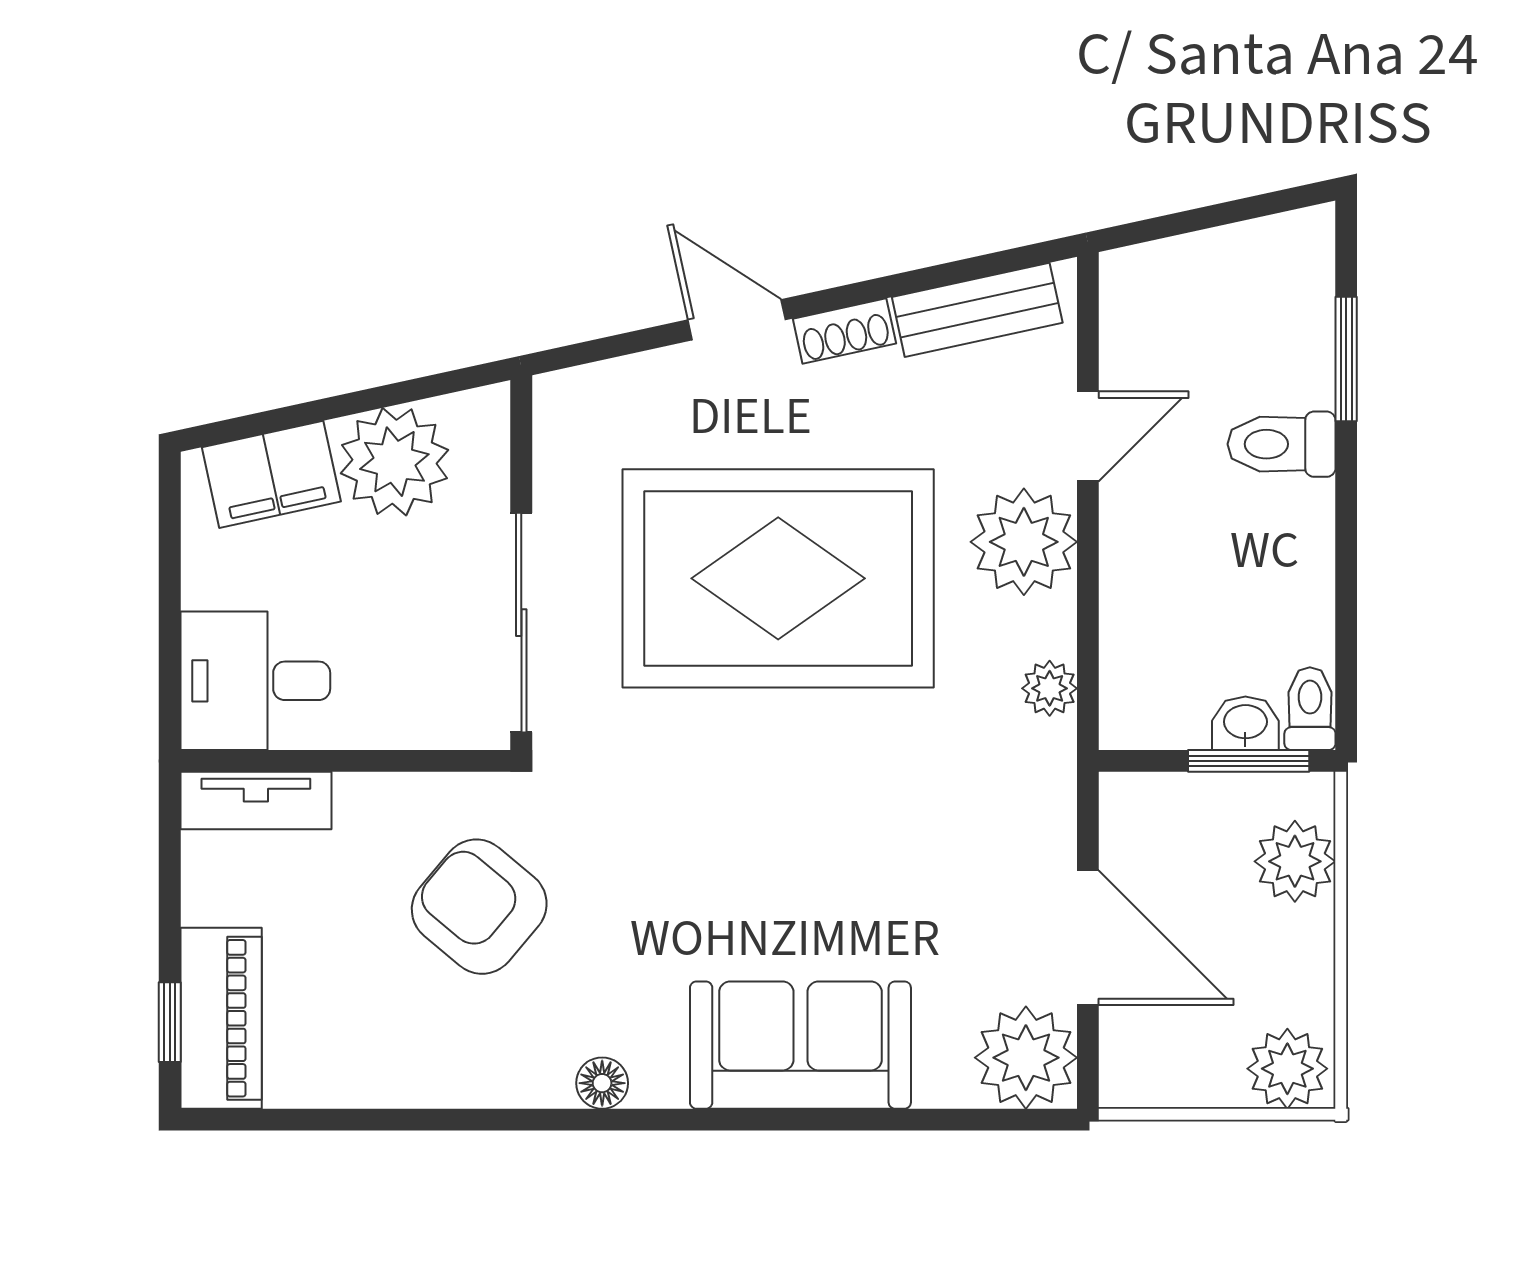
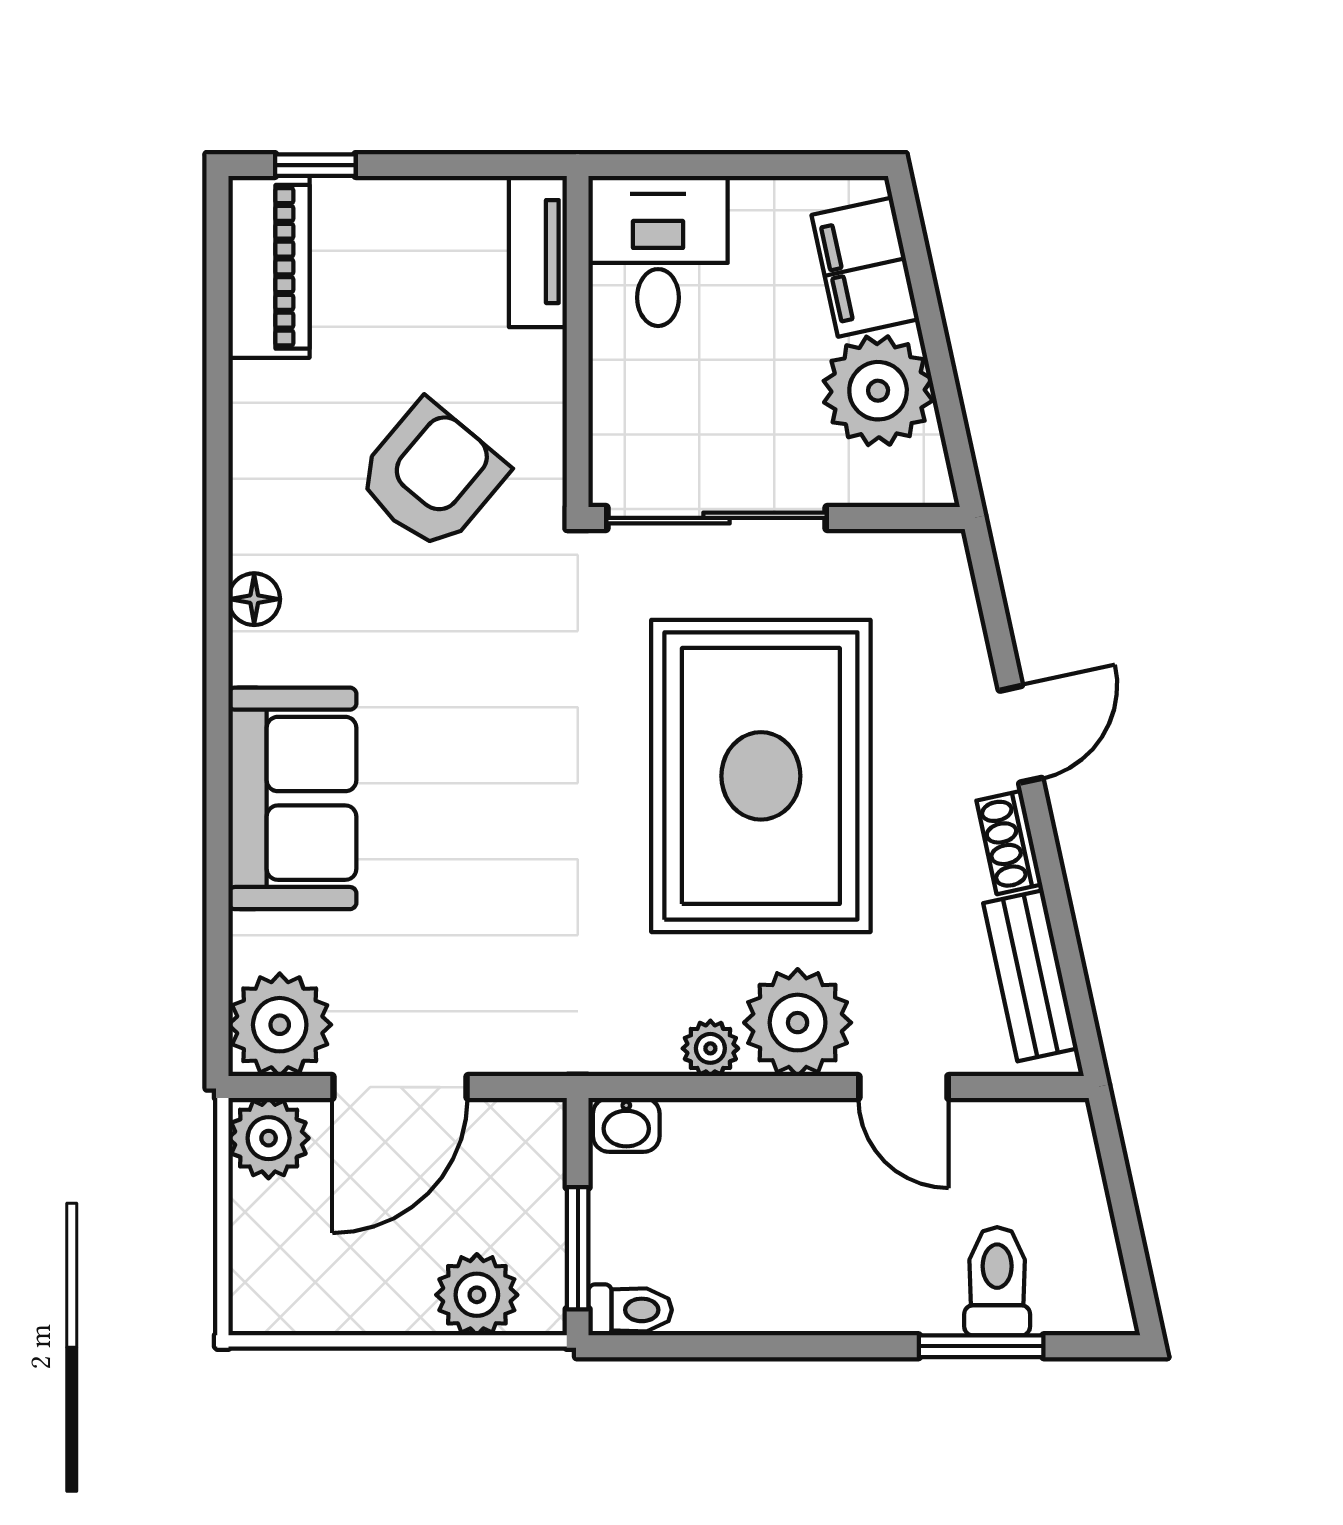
toilet: (1281, 444) -> (997, 1281), moved
plant: (1050, 688) -> (710, 1048), moved
washbasin: (1245, 723) -> (626, 1125), moved, turned 90
piano: (221, 1018) -> (269, 267), moved, turned -90
plant: (1287, 1069) -> (269, 1138), moved

